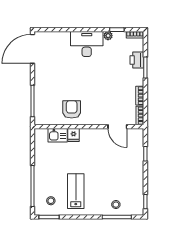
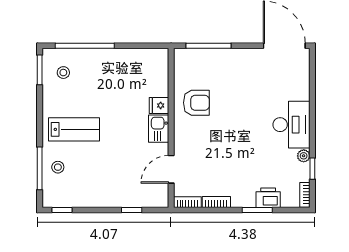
kitchen sink: (58, 135) -> (159, 129), moved
lab bench: (76, 191) -> (74, 129), moved

